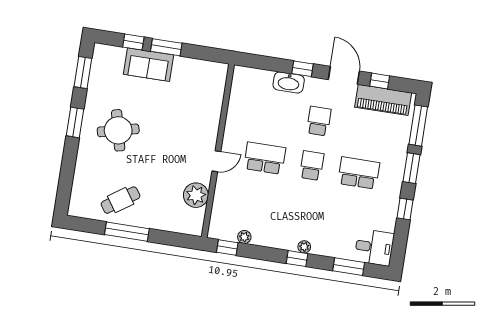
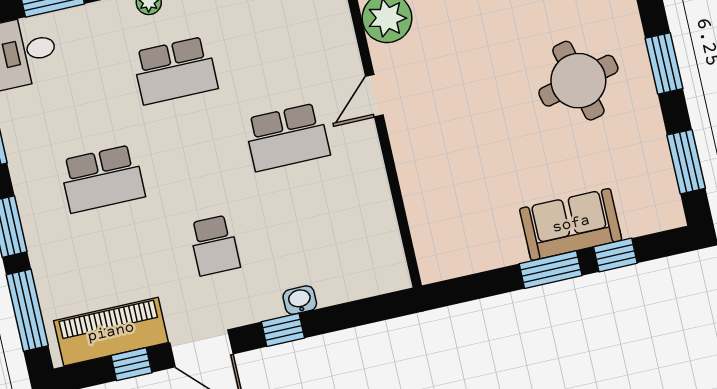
washbasin: (289, 82) -> (300, 300), width x0.52, depth x0.69
school desk: (312, 166) -> (175, 70), moved, width x1.85

